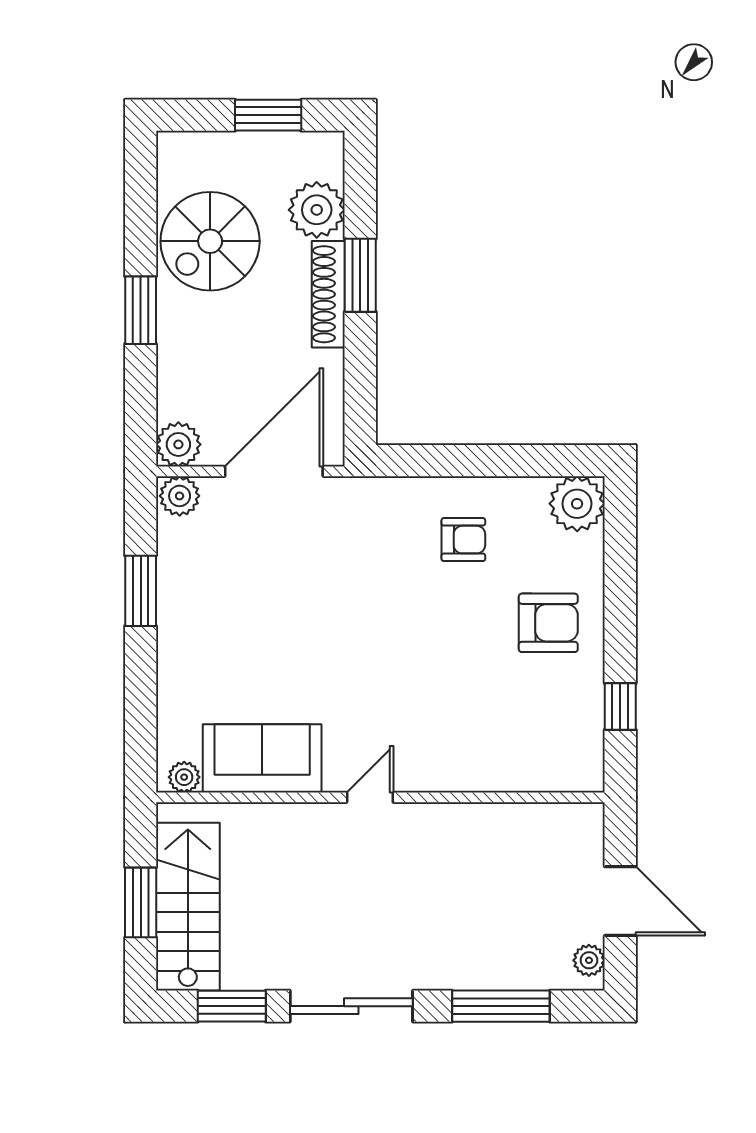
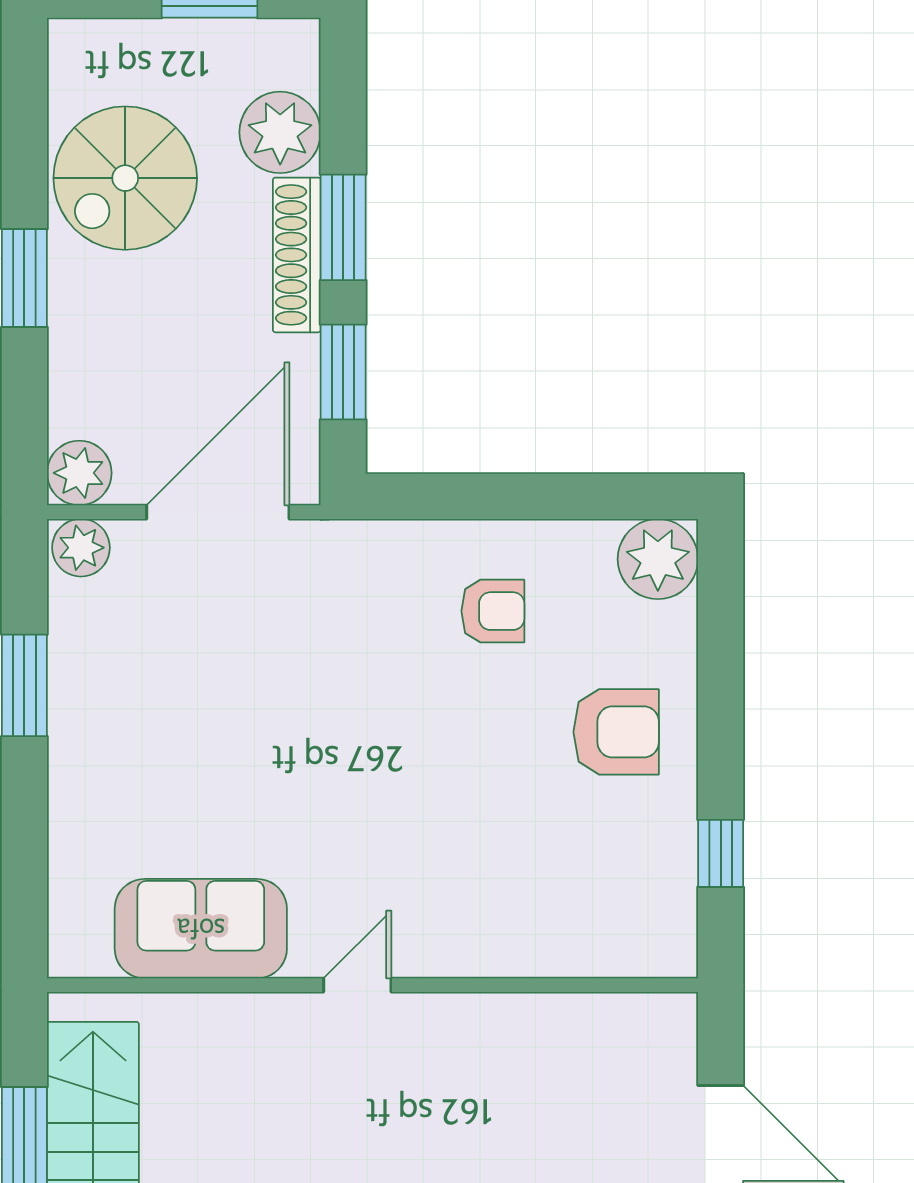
window: (360, 375) -> (343, 372), added
plant: (184, 777) -> (88, 956), removed

